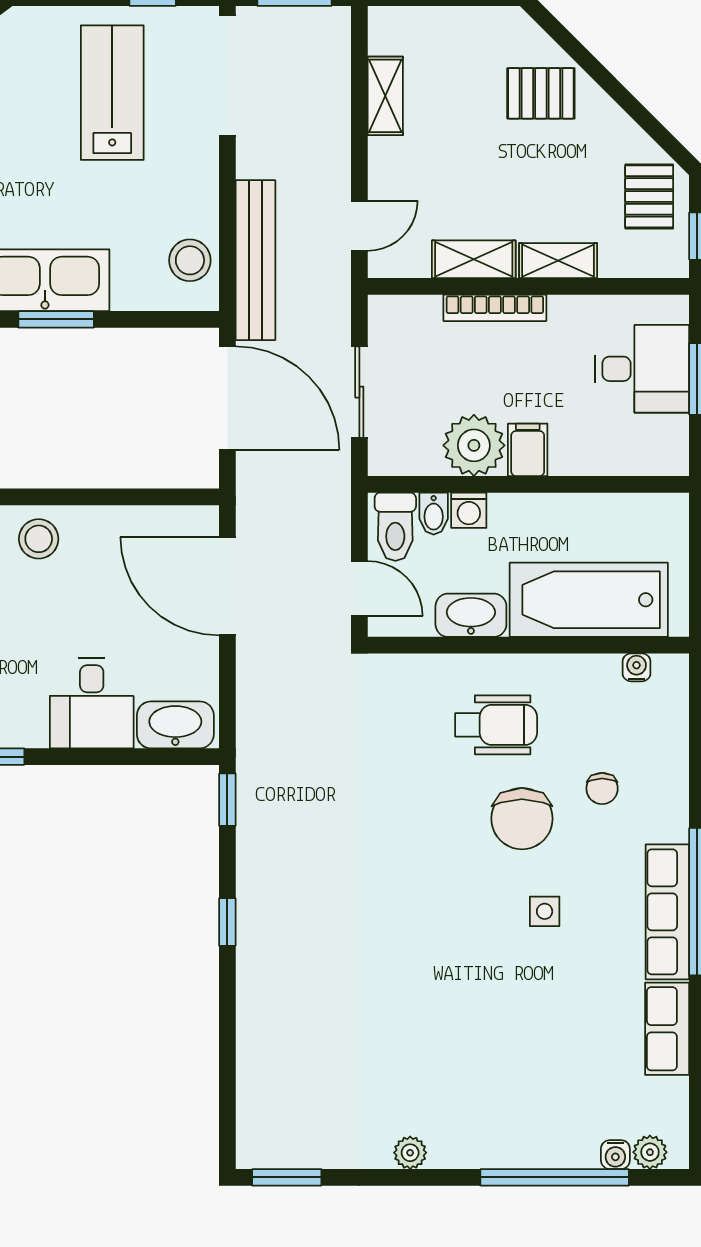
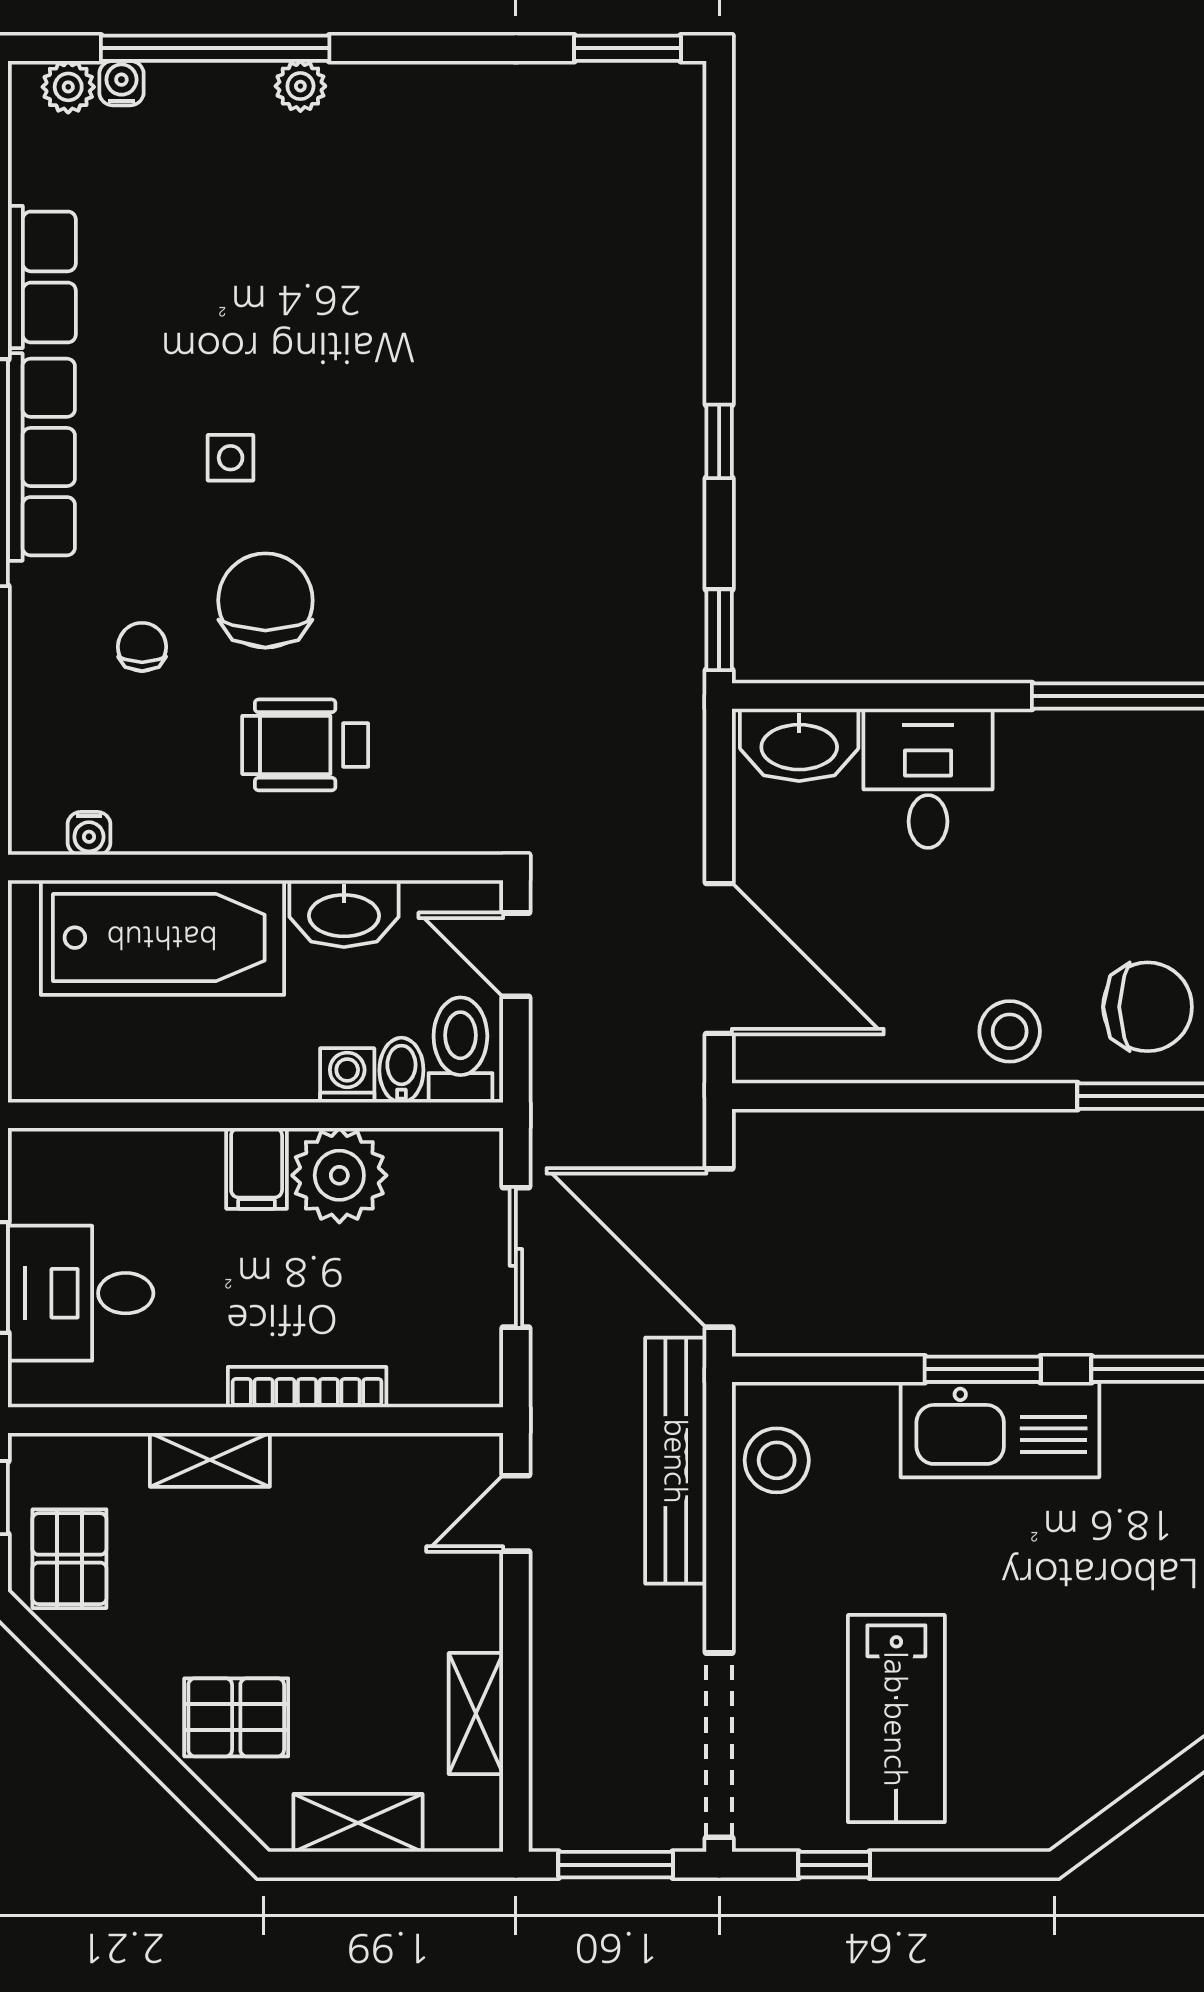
shelving: (474, 259) -> (358, 1823), moved
plant: (410, 1153) -> (300, 86), moved

